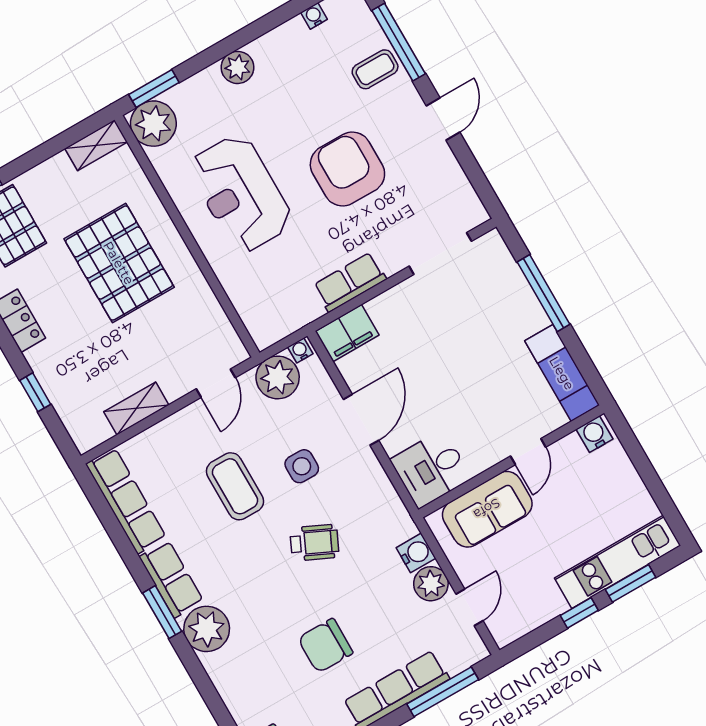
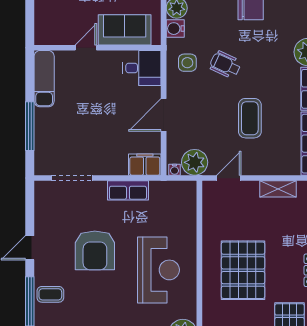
water cooler: (594, 434) -> (46, 37), removed
side table: (302, 466) -> (187, 63), moved

